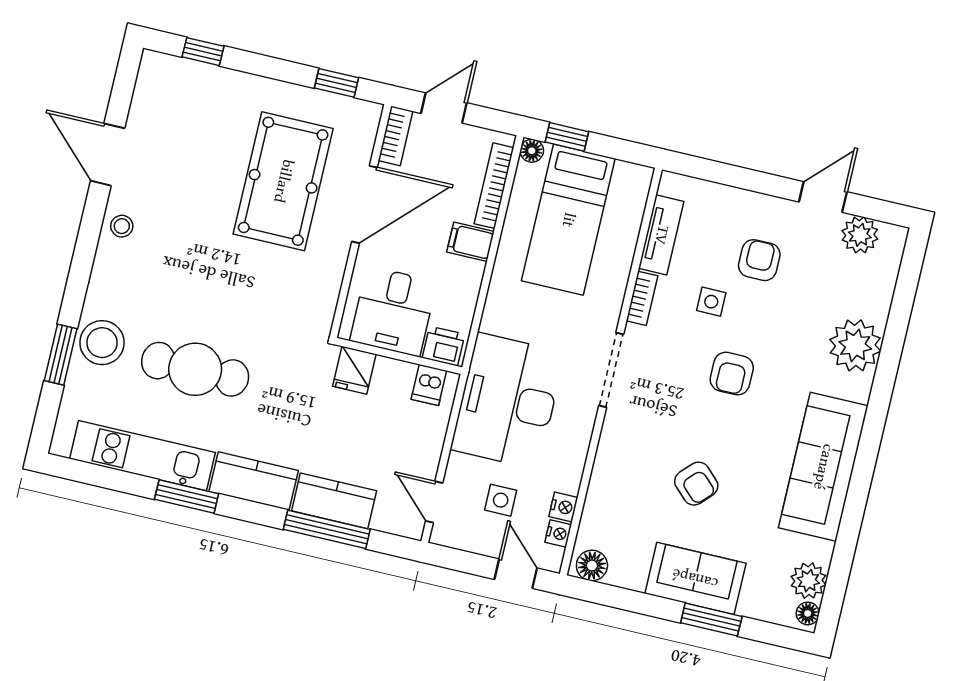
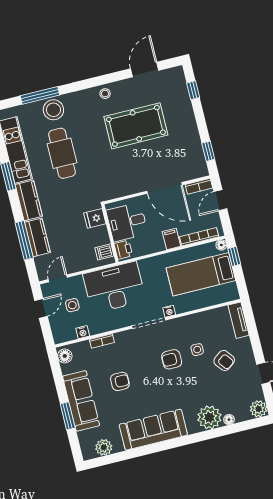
door: (444, 108) -> (220, 200), swing flipped
door: (108, 155) -> (145, 70), moved
pool table: (283, 181) -> (136, 126), moved
tv unit: (661, 235) -> (239, 320), moved, turned 90
plant: (860, 235) -> (259, 409), moved
armchair: (759, 260) -> (224, 360), turned 53
bookcase: (642, 298) -> (102, 341), moved
window: (61, 355) -> (40, 95), width x1.44
armchair: (732, 374) -> (172, 359), moved
armchair: (696, 484) -> (120, 381), turned -134
nightstand: (558, 533) -> (169, 311), moved
door: (516, 574) -> (41, 308), moved
sofa: (695, 578) -> (81, 401), width x1.36
floor lamp: (808, 613) -> (229, 420), moved

